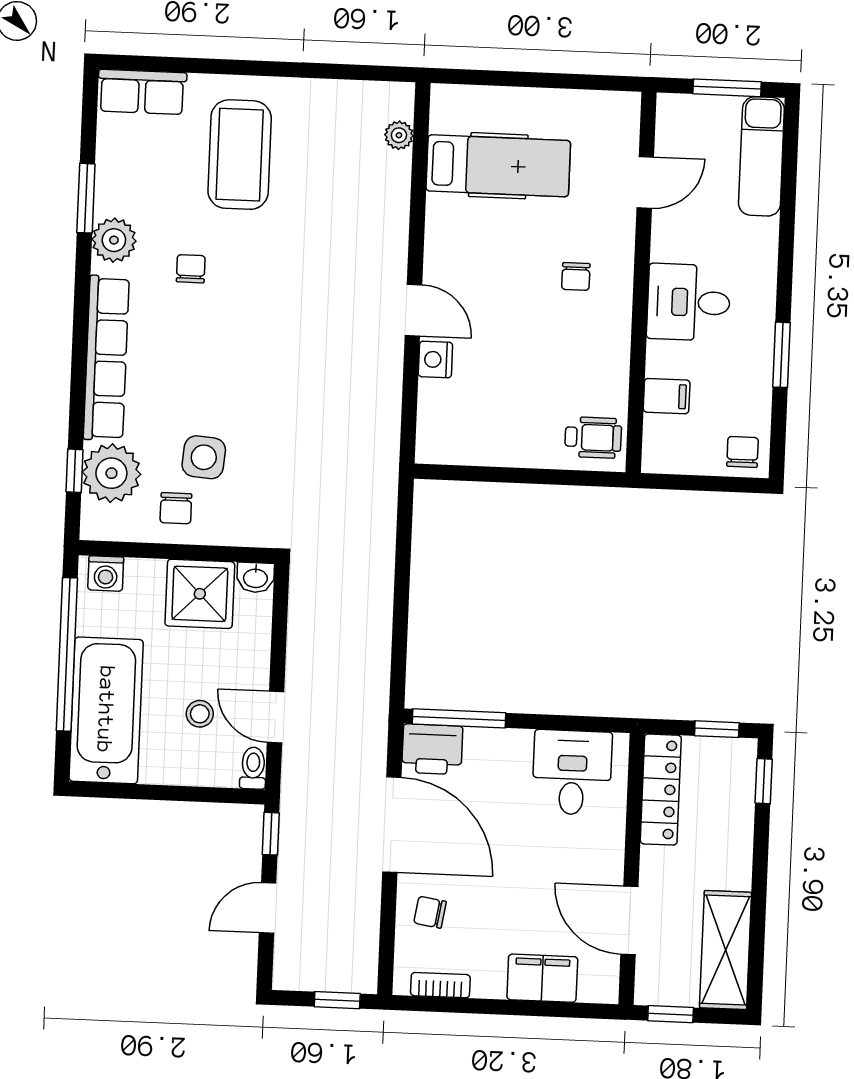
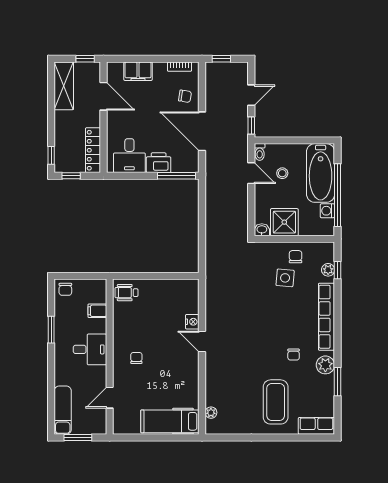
hospital bed: (498, 166) -> (170, 421), moved
plant: (111, 473) -> (328, 270), width x0.53, depth x0.53
washing machine: (106, 574) -> (327, 211), moved, turned -90
printer: (432, 749) -> (159, 163), moved

